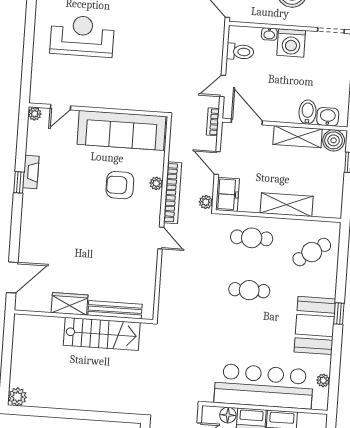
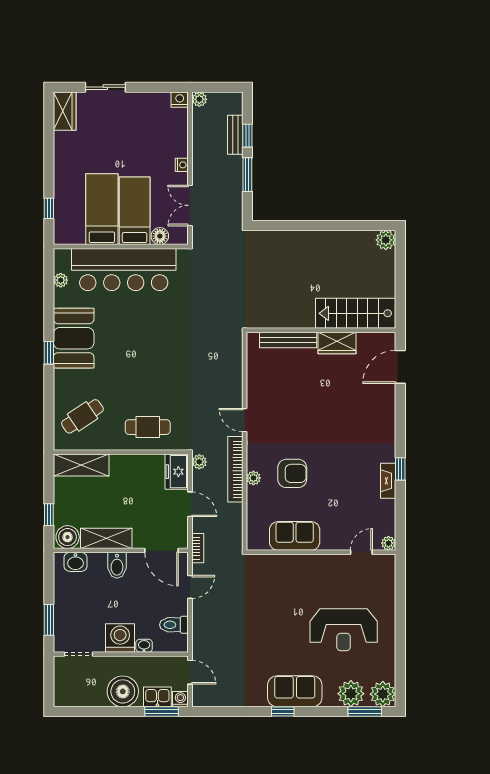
bidet: (308, 112) -> (117, 565), moved
sofa: (121, 130) -> (295, 536), width x0.54, depth x0.79
shelving: (287, 205) -> (81, 465), moved
cafe table: (249, 290) -> (146, 371), removed
stairs: (102, 334) -> (356, 313), moved

